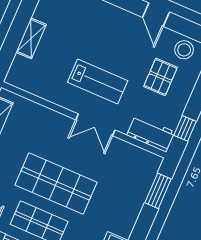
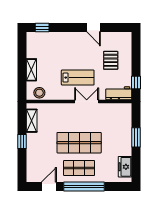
stool: (184, 50) -> (39, 93), moved
double door: (95, 125) -> (87, 102), swing flipped
window: (158, 191) -> (136, 137), moved

